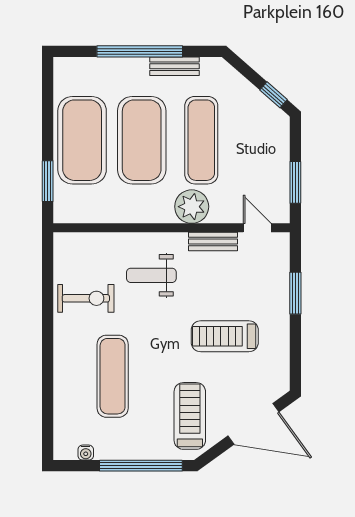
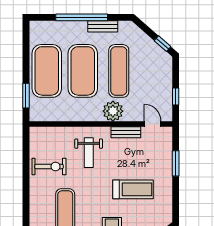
window: (295, 182) -> (176, 96), width x0.67
weight bench: (151, 275) -> (89, 153), turned -90
treadmill: (225, 336) -> (133, 189), turned 180

